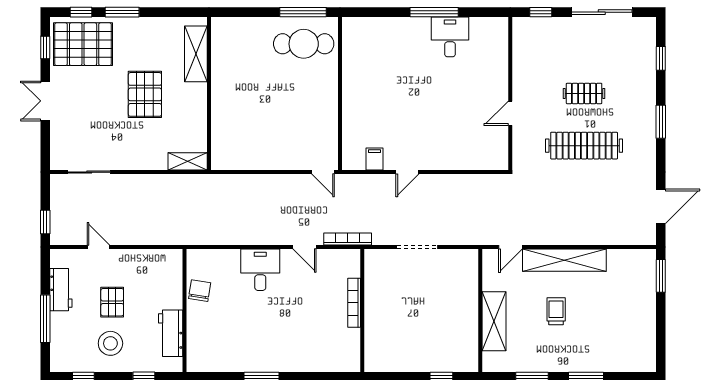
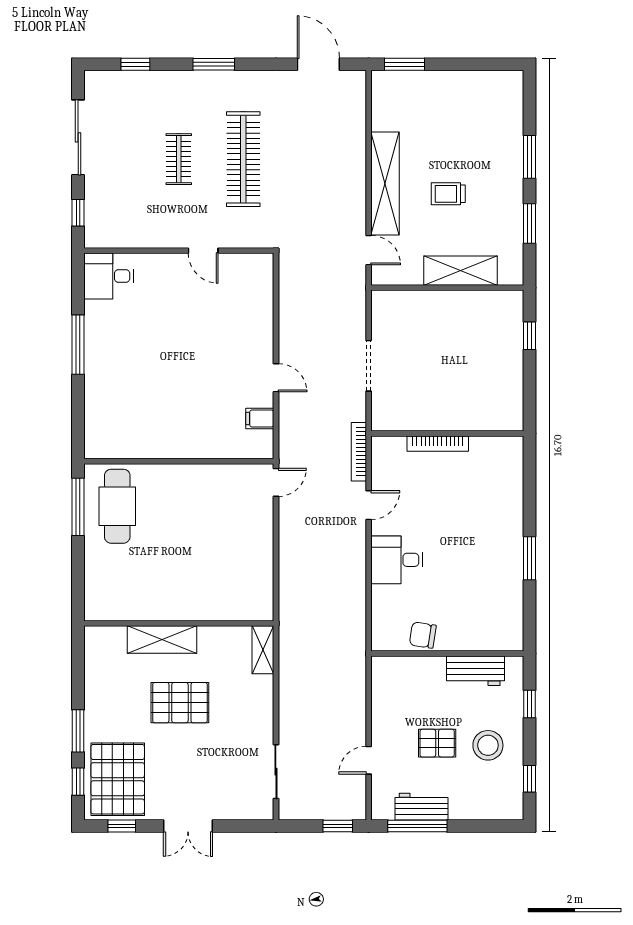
desk: (450, 37) -> (109, 276), moved
shelving: (196, 54) -> (162, 640), moved
window: (45, 319) -> (417, 826), moved

